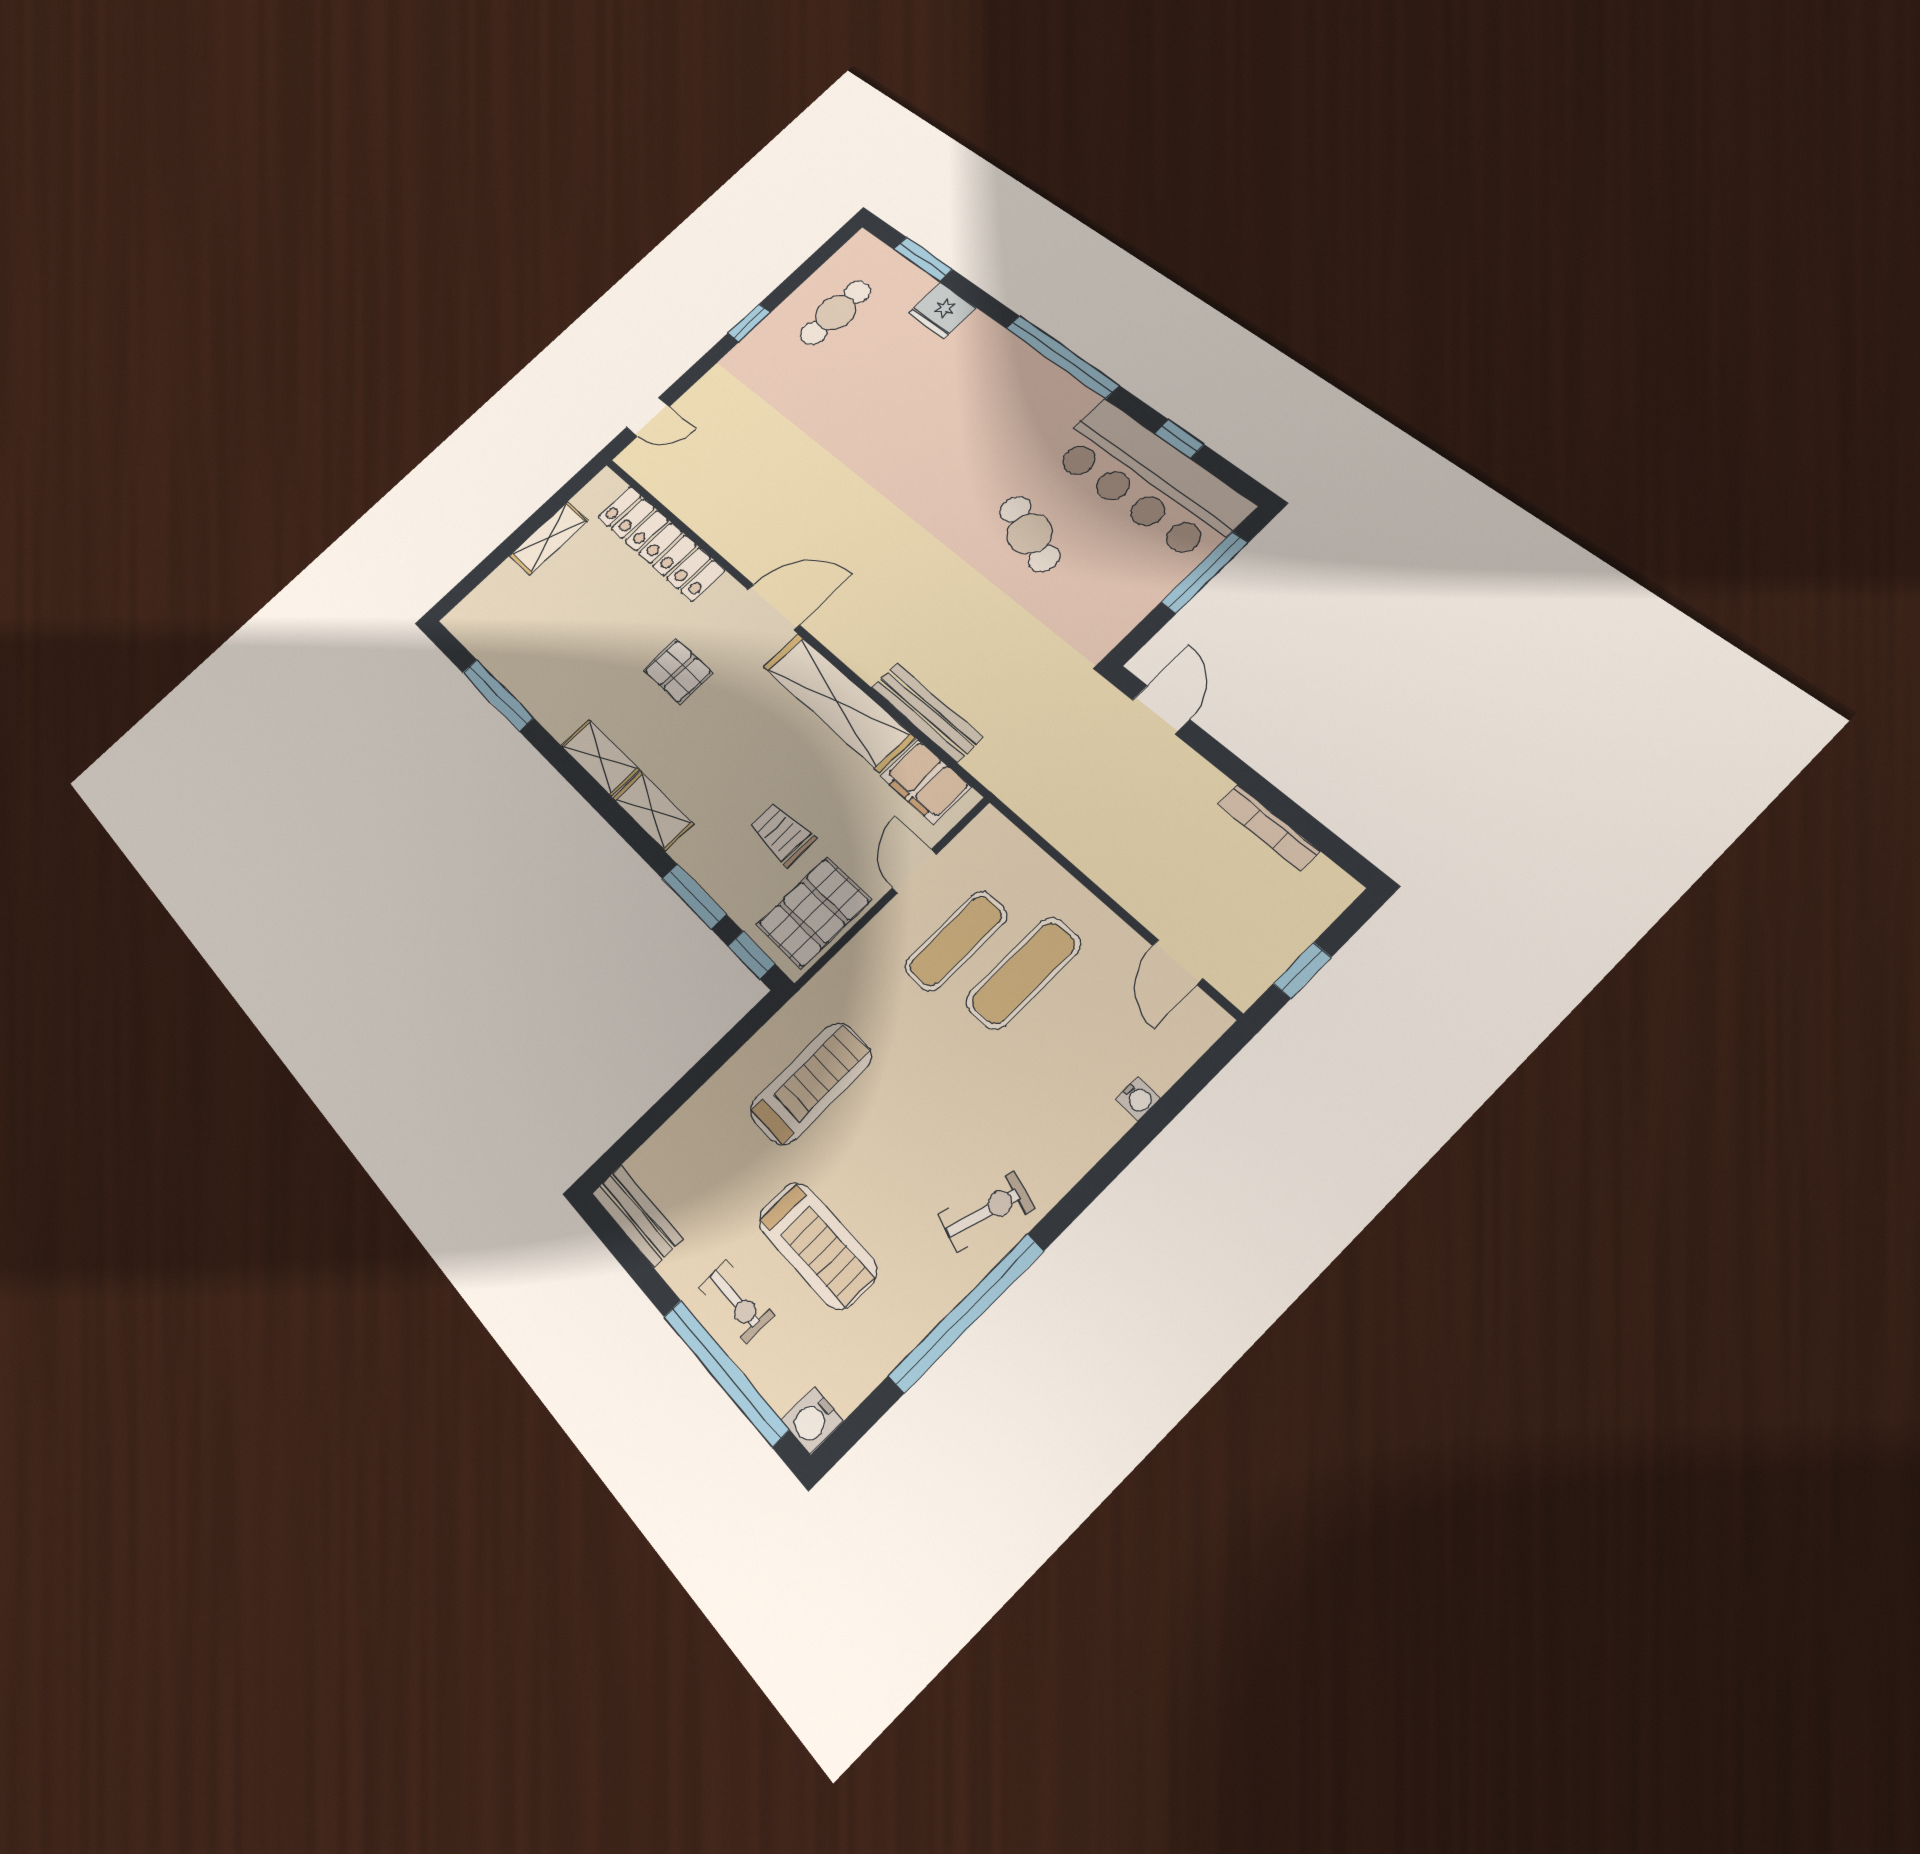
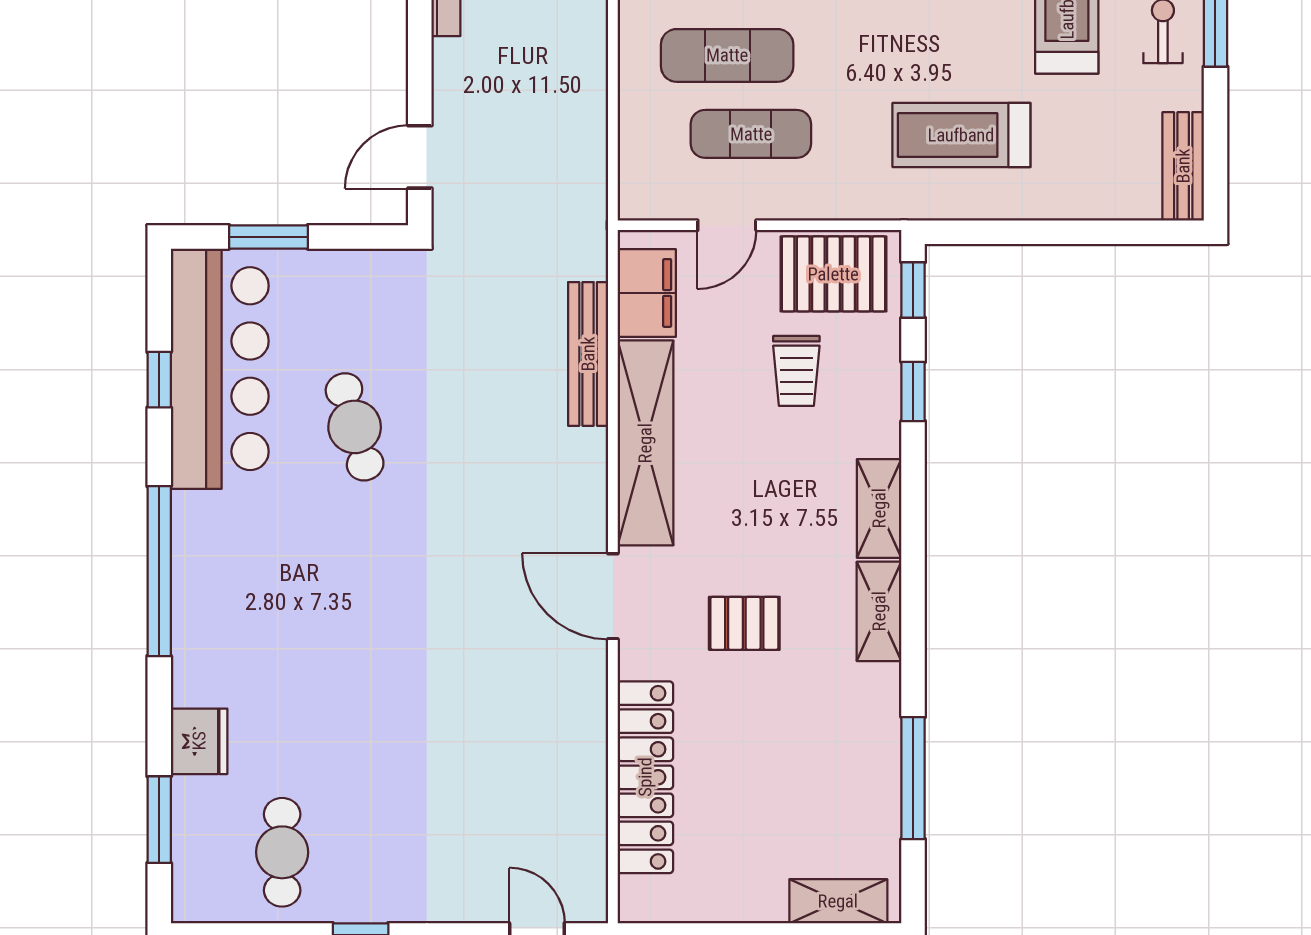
cafe table: (835, 313) -> (282, 852), turned 90
cafe table: (1030, 534) -> (355, 427), turned -35
shelving: (549, 538) -> (838, 901), moved
window: (1205, 573) -> (268, 237), width x0.69
pallet: (678, 671) -> (744, 623), turned 90
window: (694, 896) -> (913, 391), width x0.67

